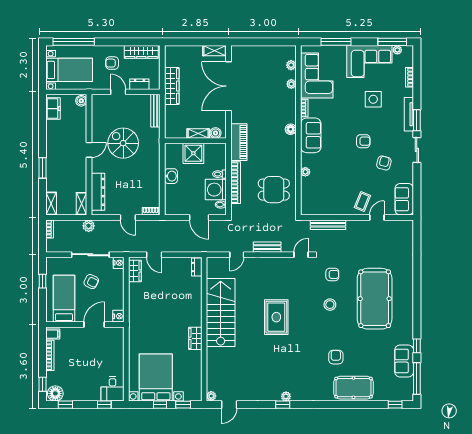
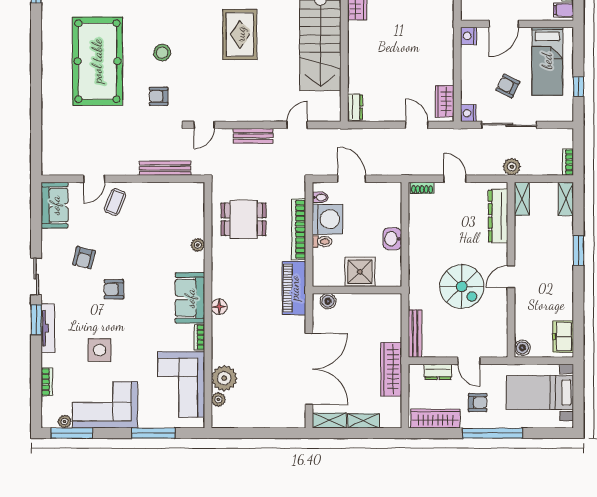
window: (74, 42) -> (493, 433), moved
plant: (291, 84) -> (224, 378), width x1.87, depth x1.87
shelving: (198, 133) -> (363, 421), moved

